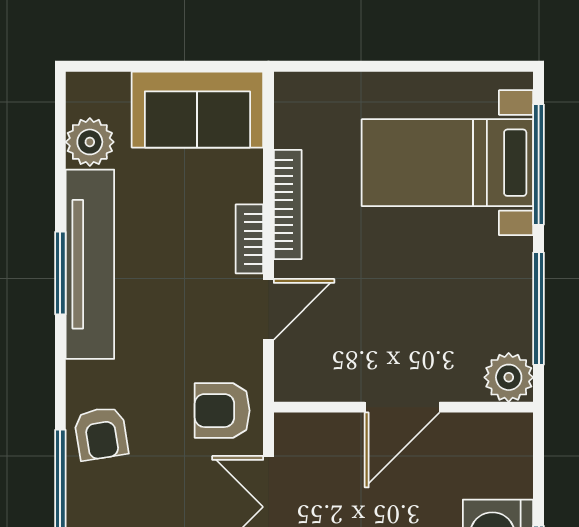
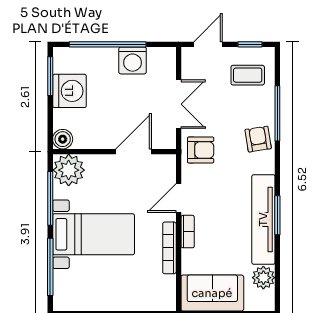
bed with nightstands: (447, 163) -> (94, 234), moved
plant: (509, 377) -> (69, 170), width x1.36, depth x1.36
door: (402, 407) -> (133, 152), moved
boiler: (512, 433) -> (63, 139), added

